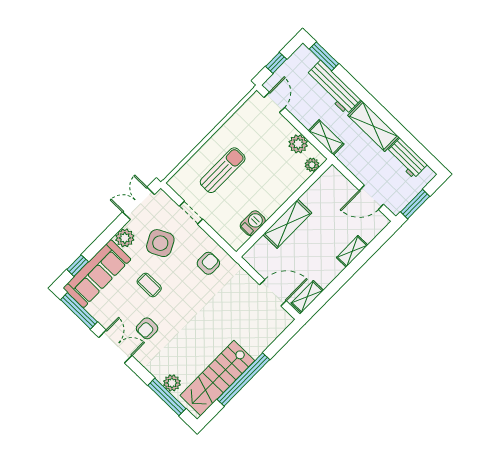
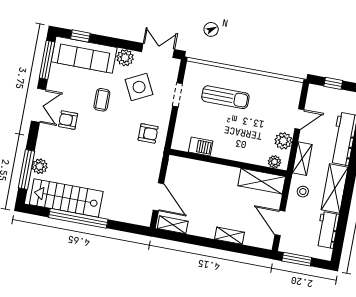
door: (274, 102) -> (299, 119), moved
stool: (357, 157) -> (303, 192), added
shelving: (287, 224) -> (262, 181), moved

